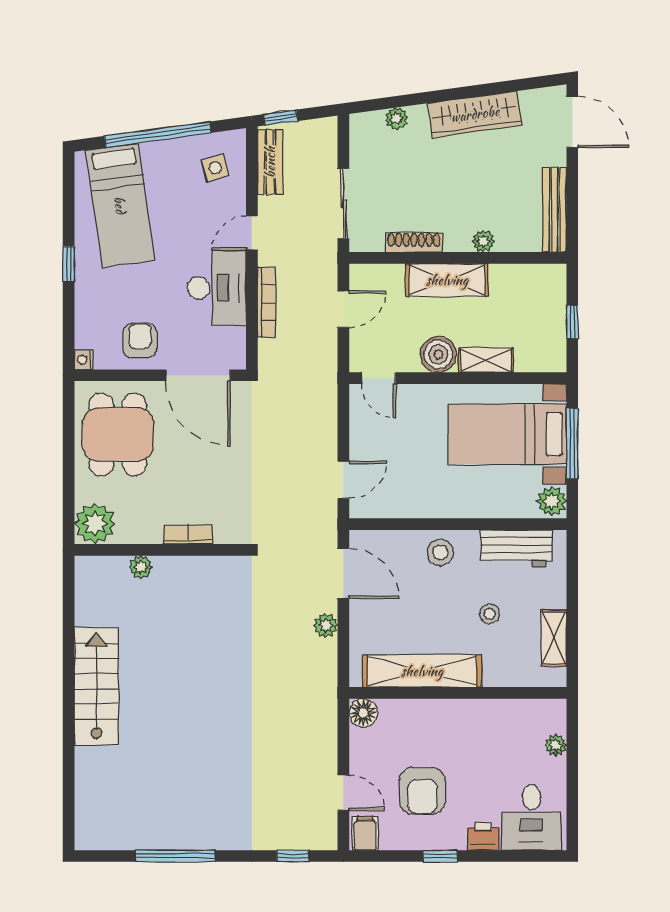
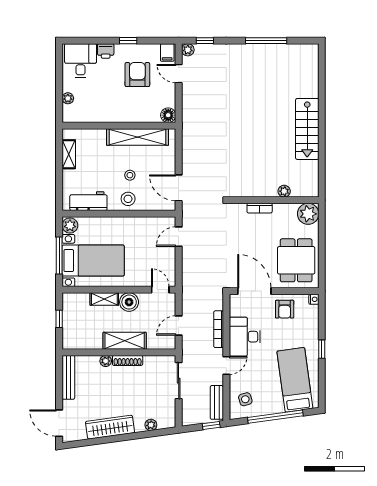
shoe rack: (414, 242) -> (128, 360), moved
stool: (490, 614) -> (130, 175), moved
plant: (326, 625) -> (188, 50), moved

